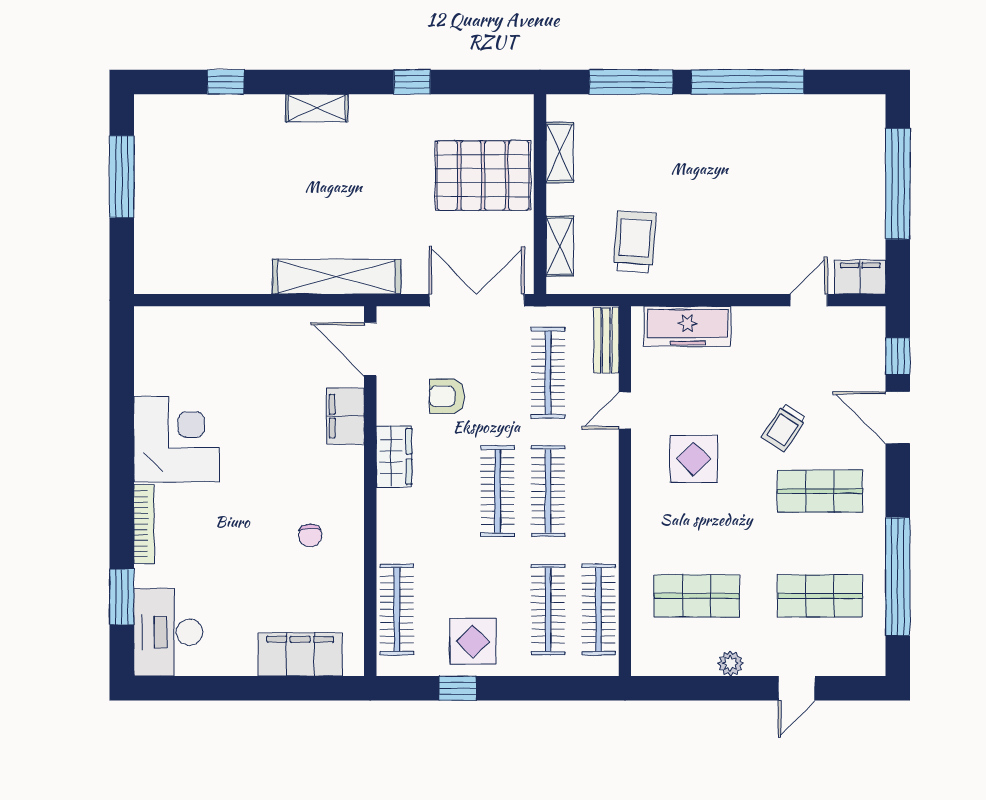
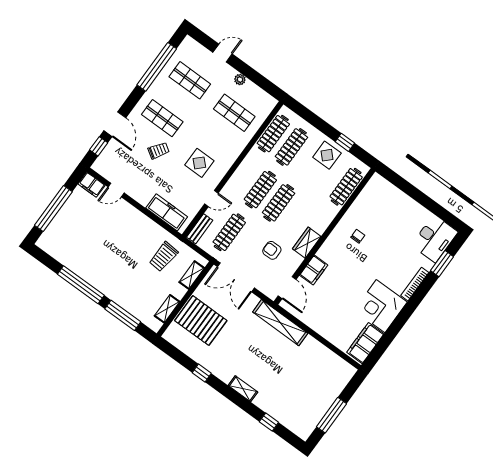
armchair: (447, 396) -> (272, 250), turned 180
filing cabinet: (300, 654) -> (365, 343), moved, turned 90

